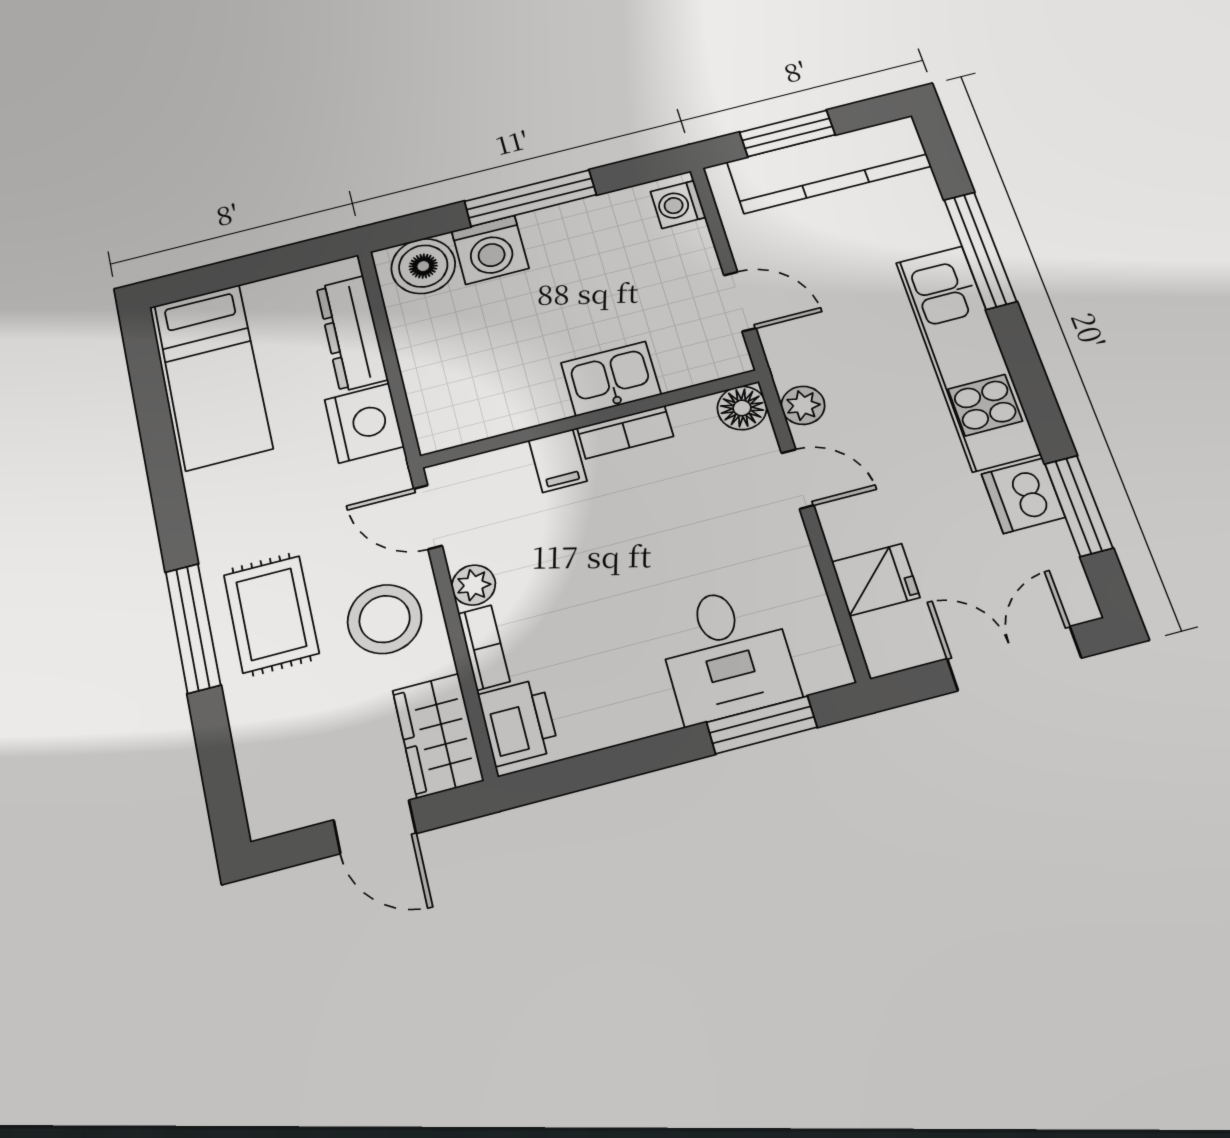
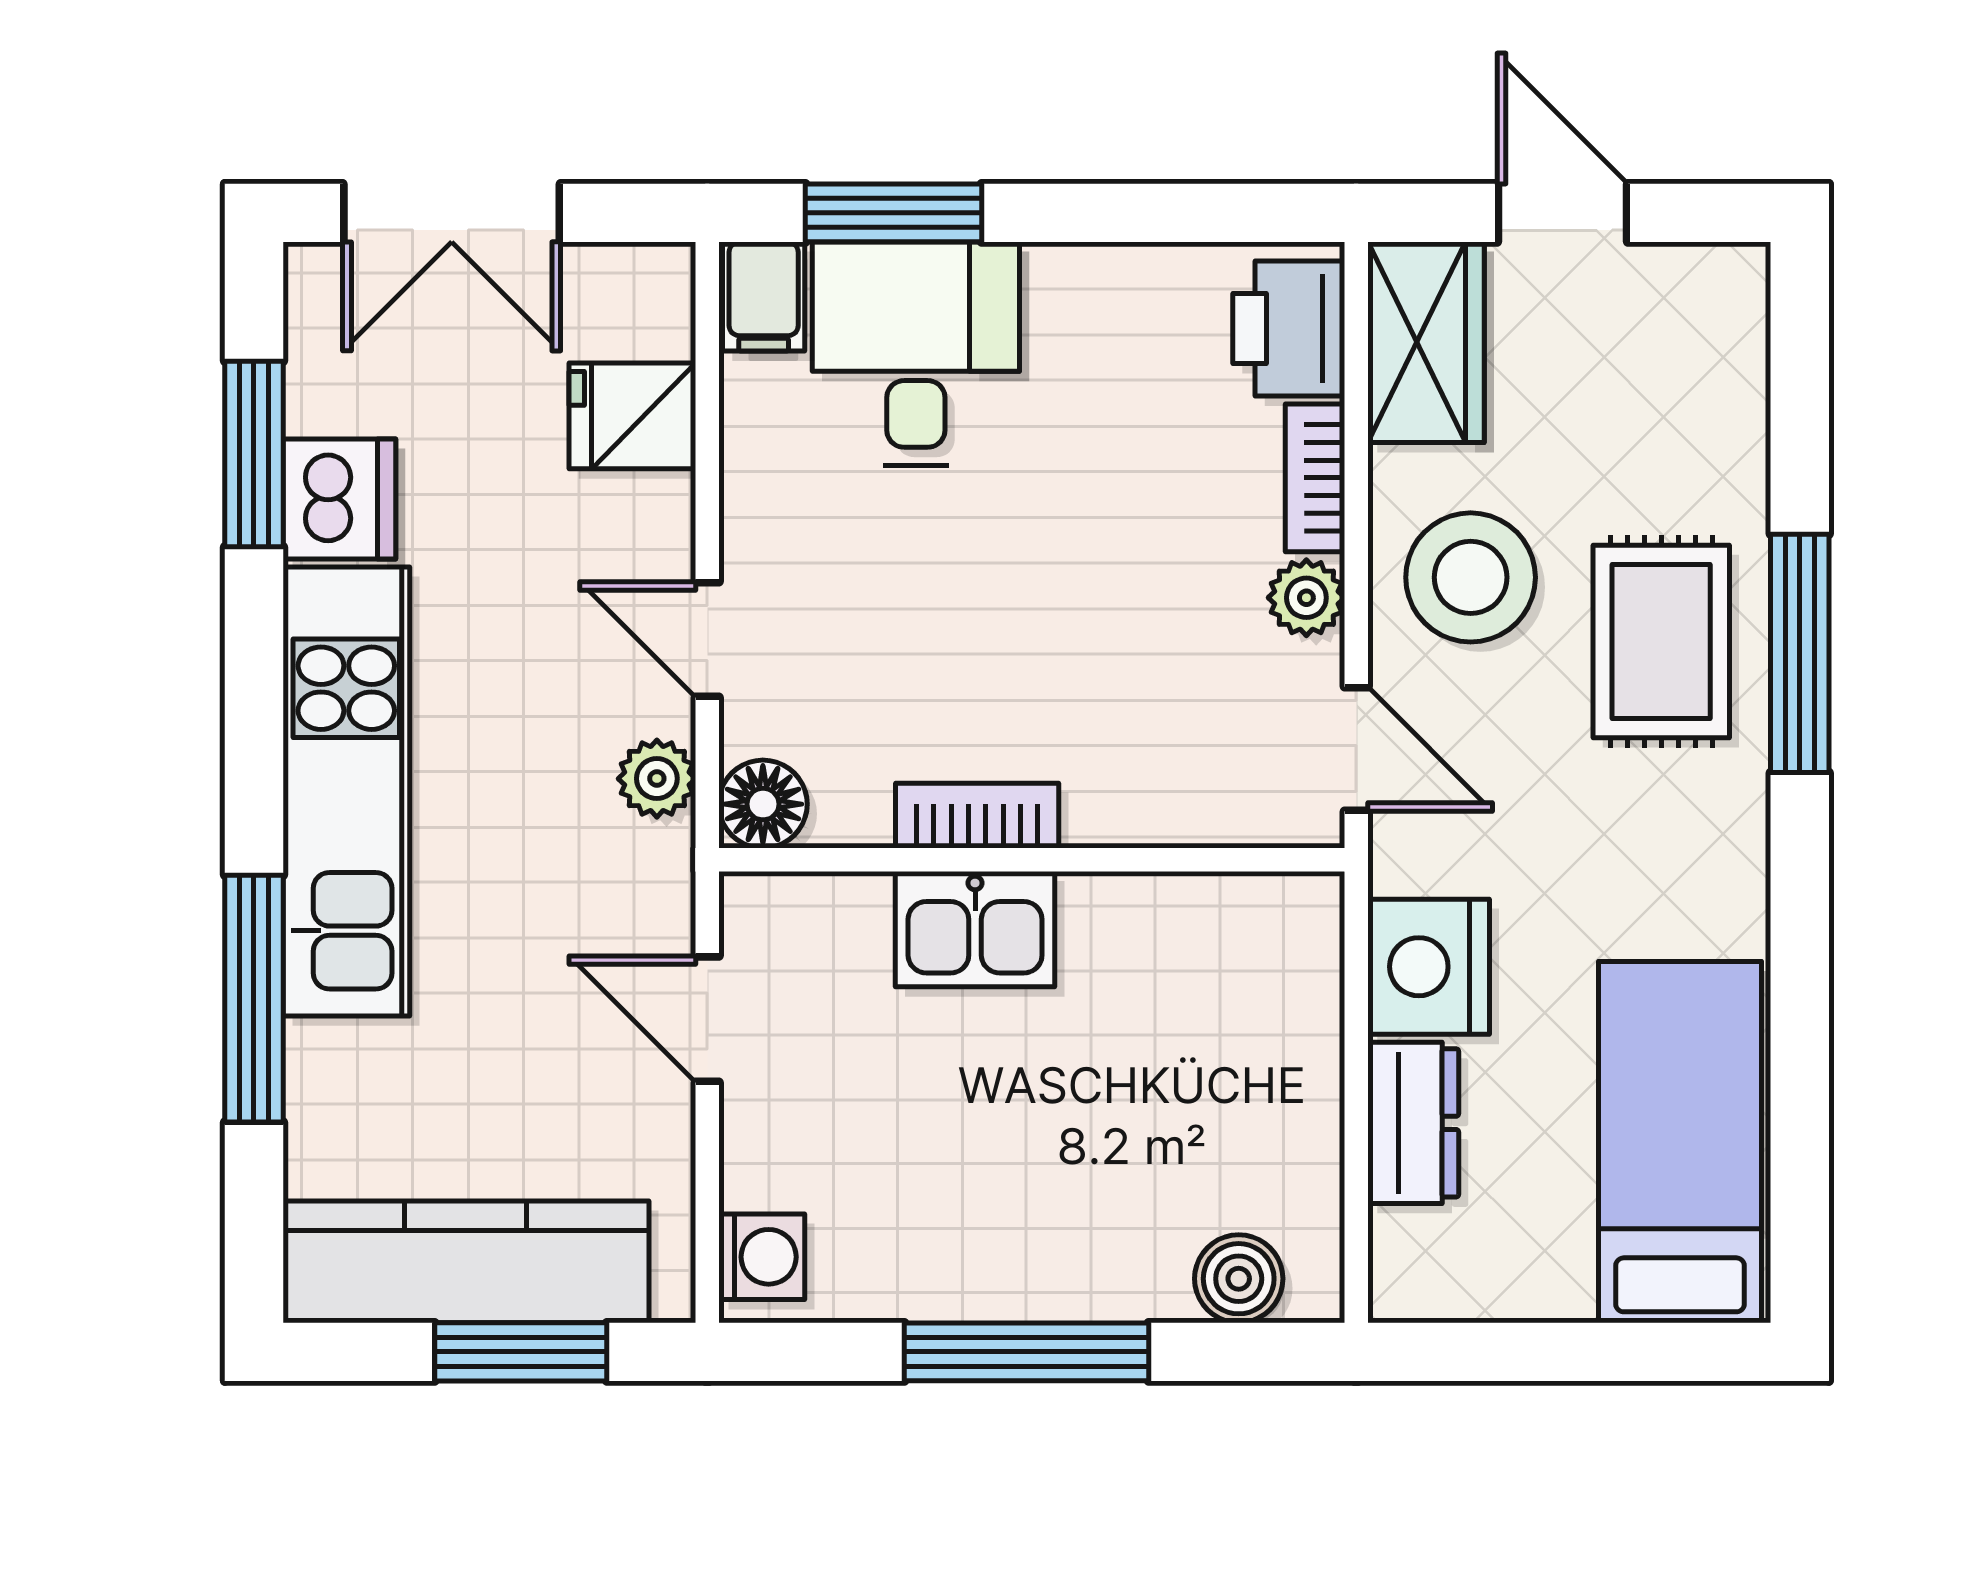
washing machine: (490, 250) -> (1126, 1262), removed
boiler: (423, 266) -> (1239, 1279), width x0.73, depth x0.73
dresser: (352, 333) -> (1413, 1123), width x0.70
filing cabinet: (558, 461) -> (764, 297), moved, turned 180

